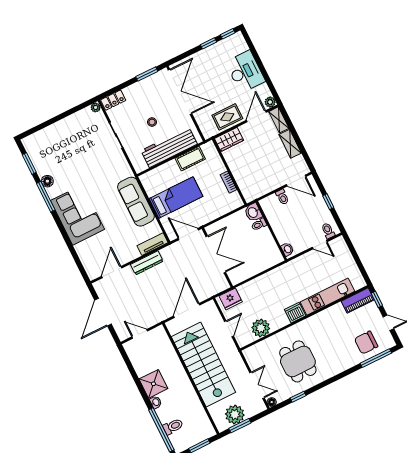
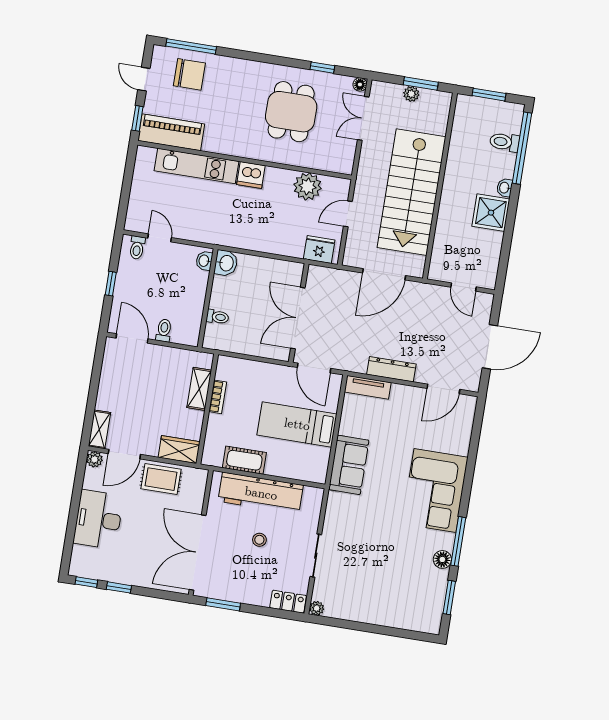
shelving: (290, 144) -> (199, 389), moved
sofa: (136, 202) -> (349, 465), width x0.73
washbasin: (253, 212) -> (226, 263), moved
piano: (358, 300) -> (171, 132), width x1.37, depth x1.33
plant: (235, 415) -> (411, 94), width x0.53, depth x0.53

